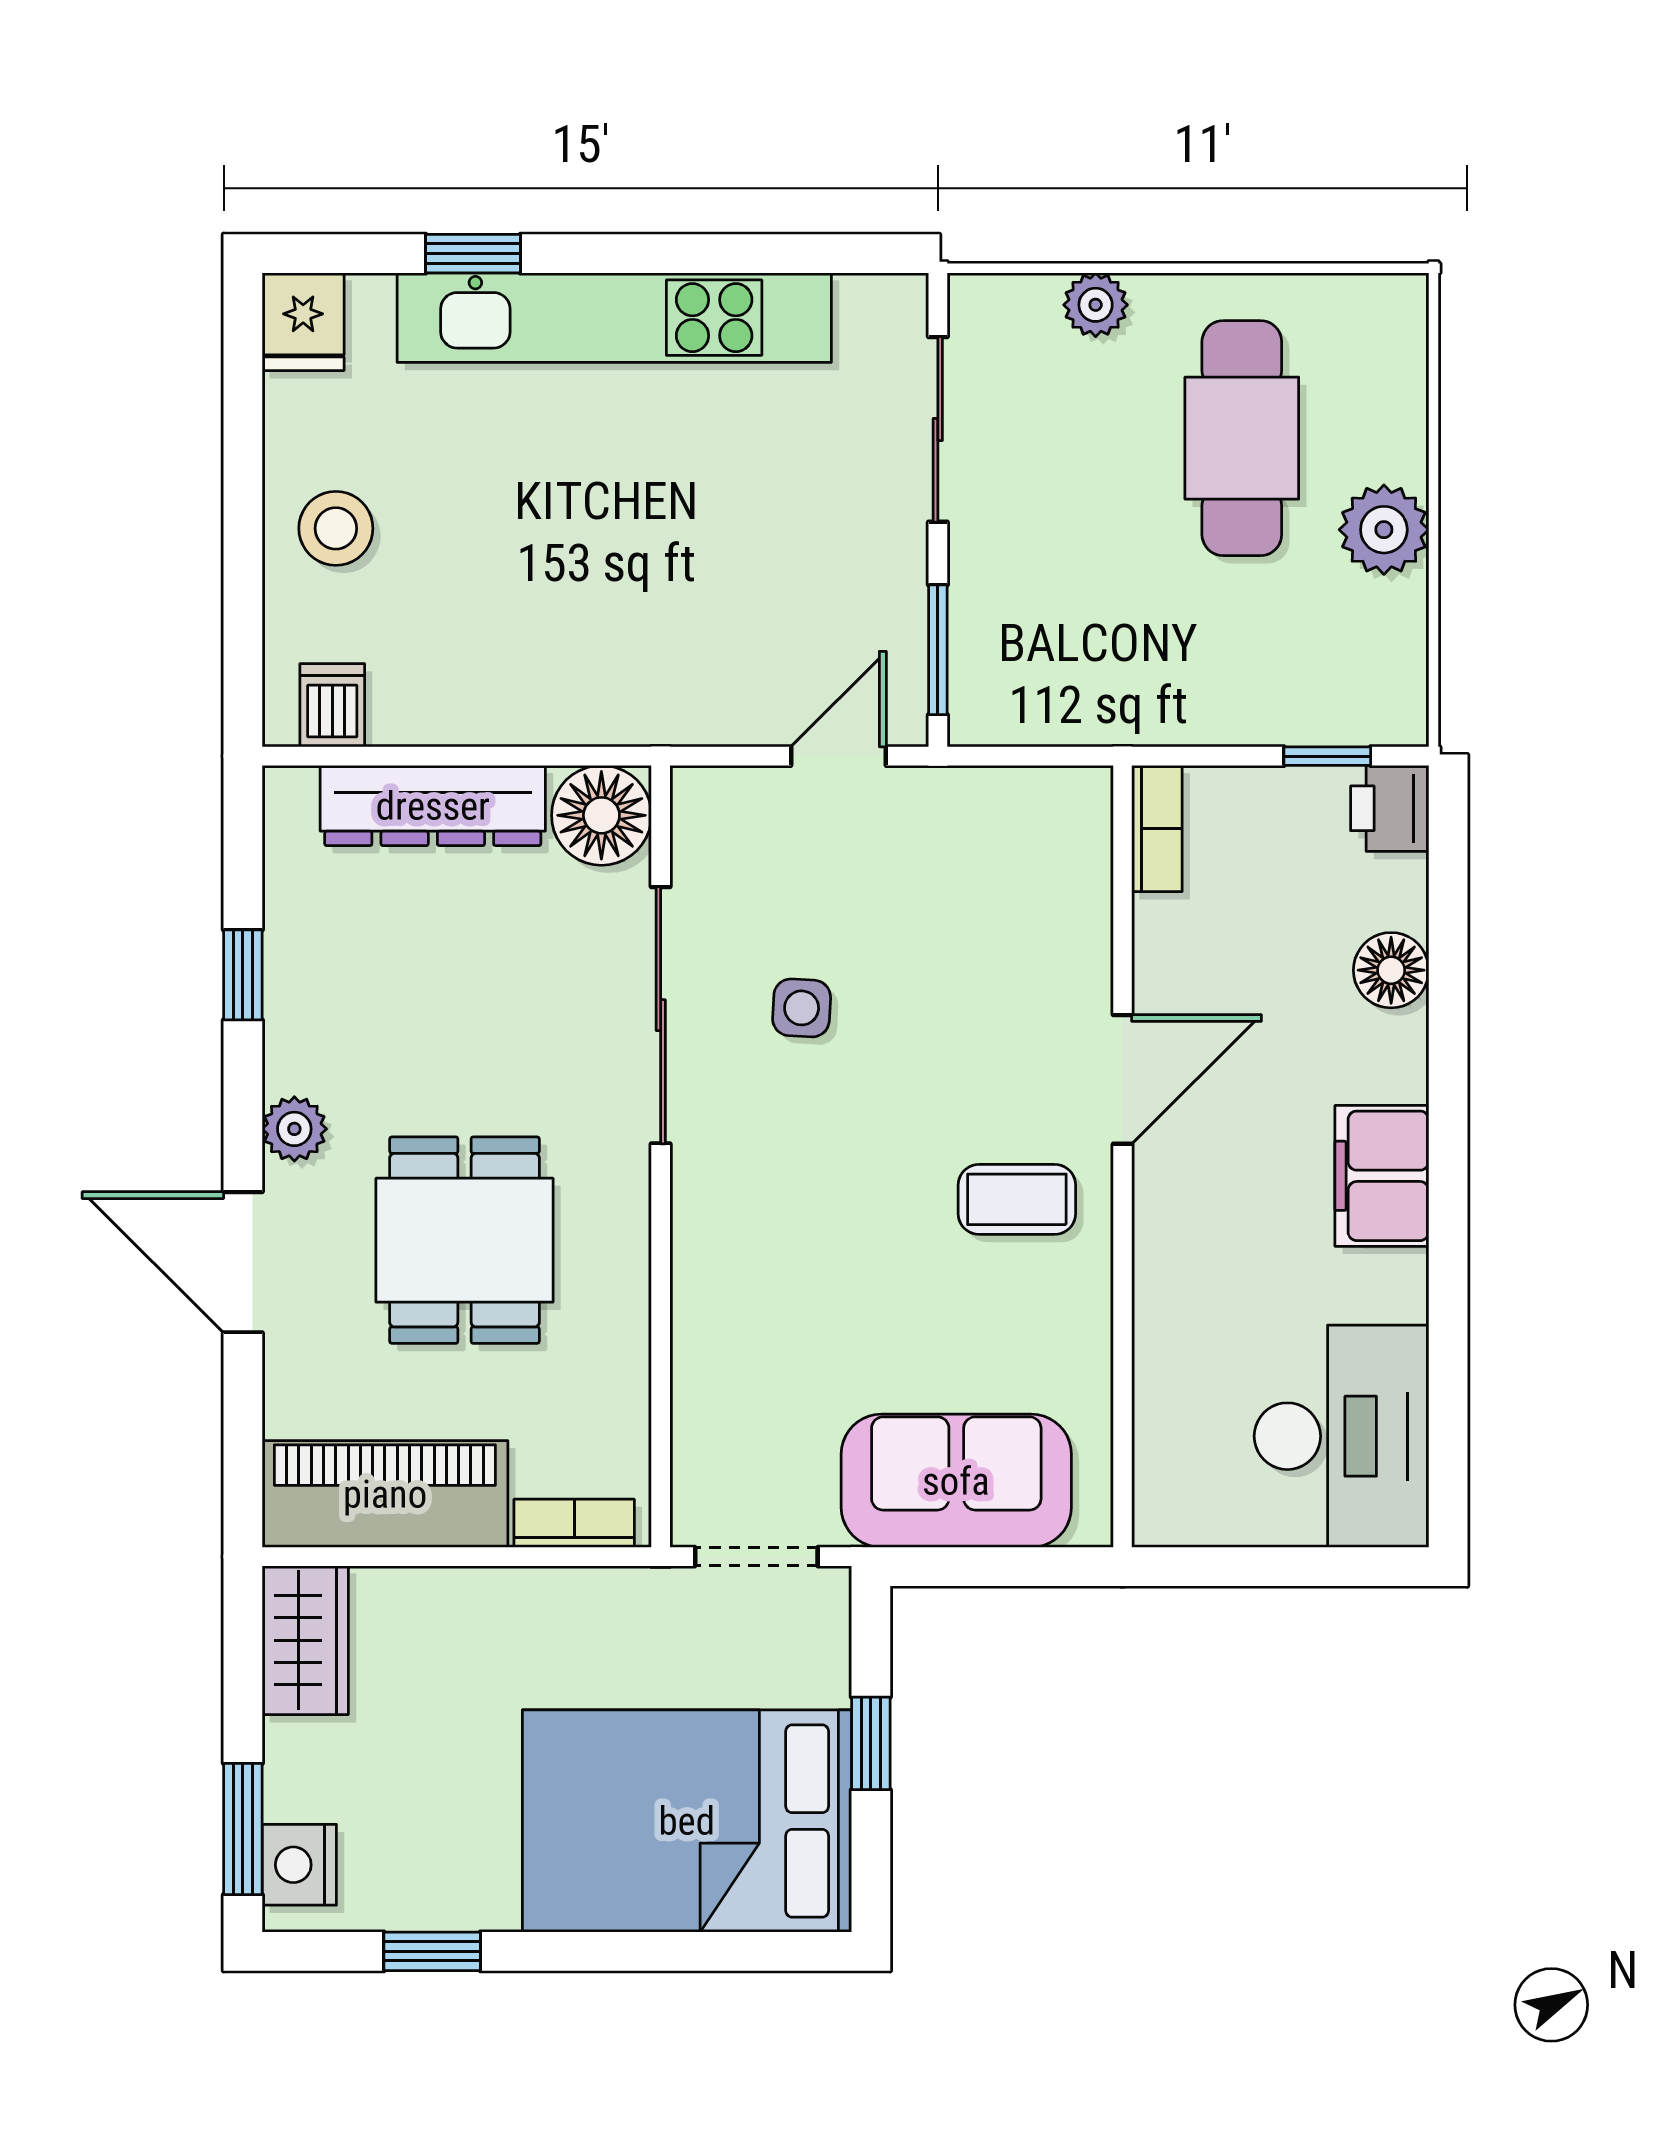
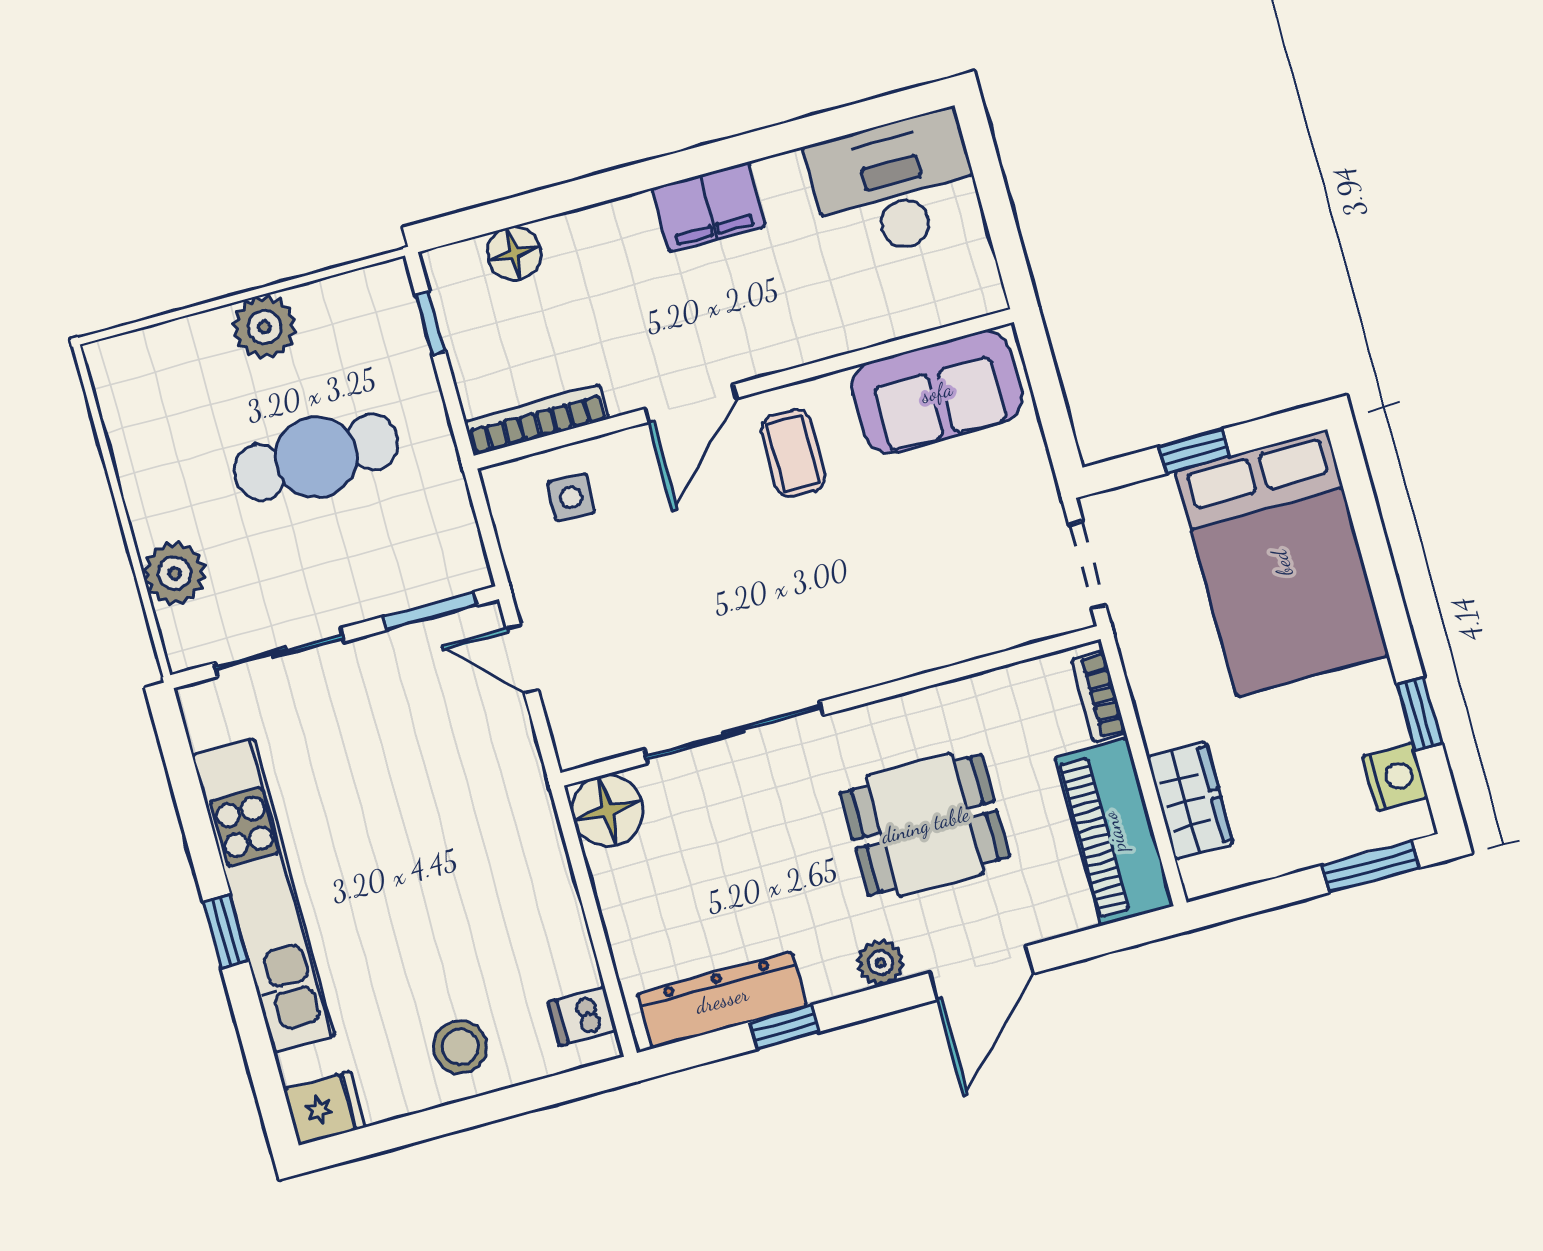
window: (473, 254) -> (226, 931), moved
plant: (1096, 305) -> (175, 573), width x1.38, depth x1.38
cafe table: (1242, 438) -> (316, 457), moved
dresser: (433, 806) -> (722, 1000), moved, turned -90
printer: (1390, 808) -> (455, 271), removed
bookcase: (1157, 828) -> (537, 420), width x1.56
floor lamp: (1391, 970) -> (514, 253), moved
side table: (802, 1008) -> (571, 497), moved
door: (1122, 1079) -> (691, 403), swing flipped
sofa: (956, 1481) -> (937, 392), moved, turned -90
wardrobe: (305, 1640) -> (1190, 800), moved, turned 90
nightstand: (299, 1865) -> (1395, 777), moved, turned -90

